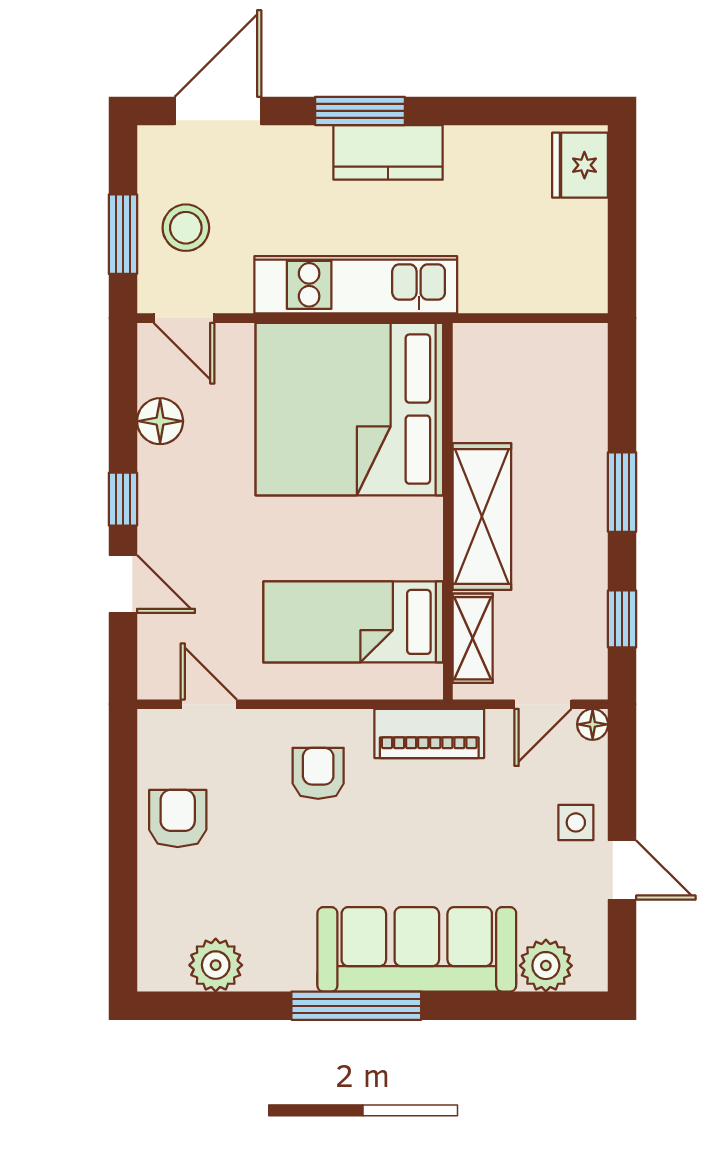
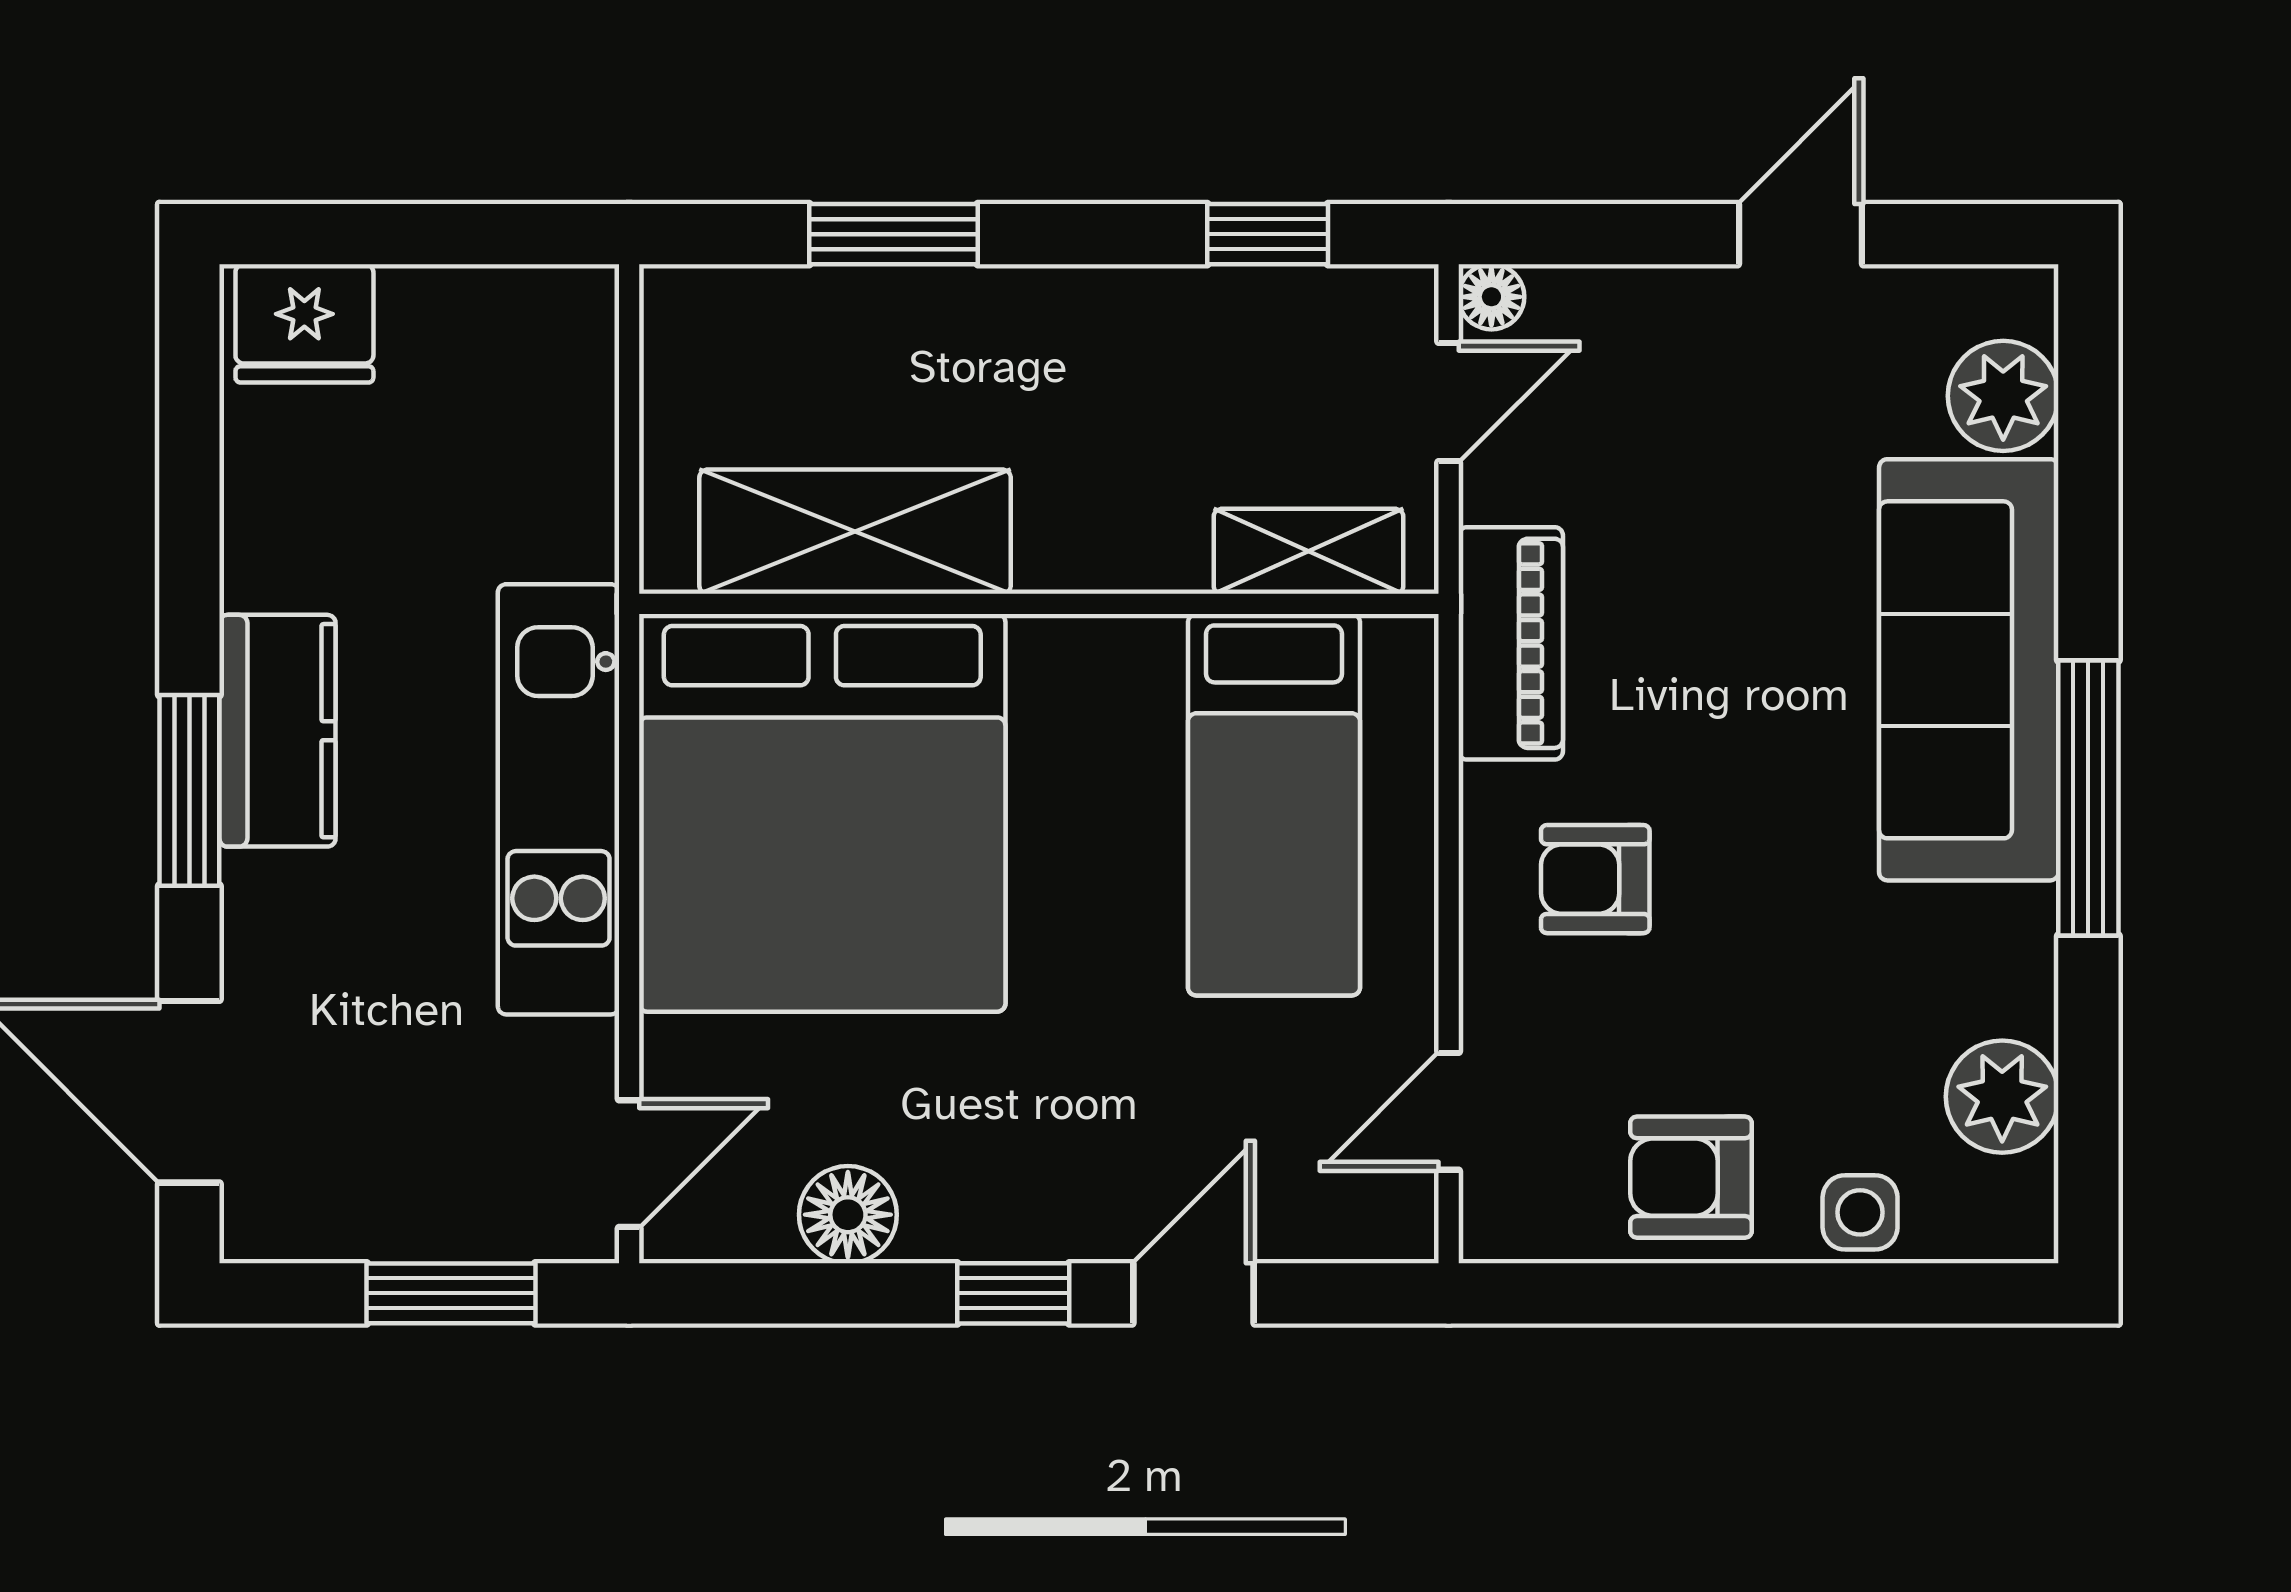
stool: (186, 228) -> (437, 1160), removed
window: (622, 492) -> (893, 234), moved
shelving: (482, 516) -> (855, 532), moved
door: (543, 704) -> (1449, 402), hinge flipped
side table: (576, 822) -> (1860, 1212), moved

